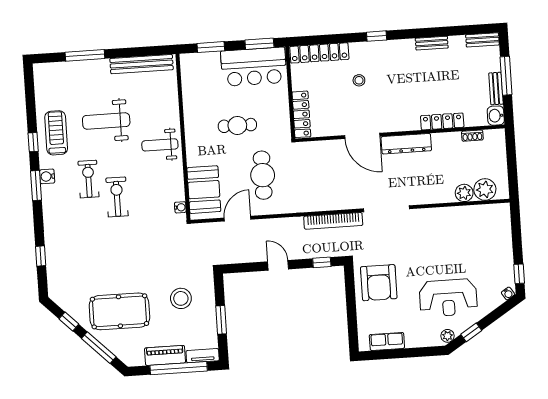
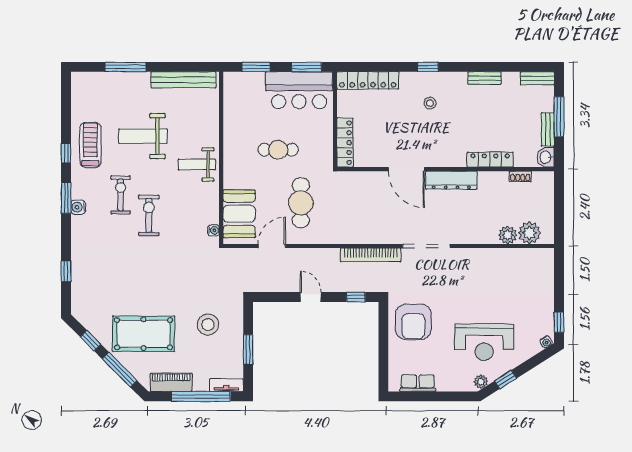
stool: (359, 80) -> (430, 103), moved
water cooler: (47, 176) -> (78, 207), moved
piano: (165, 355) -> (171, 382), moved

